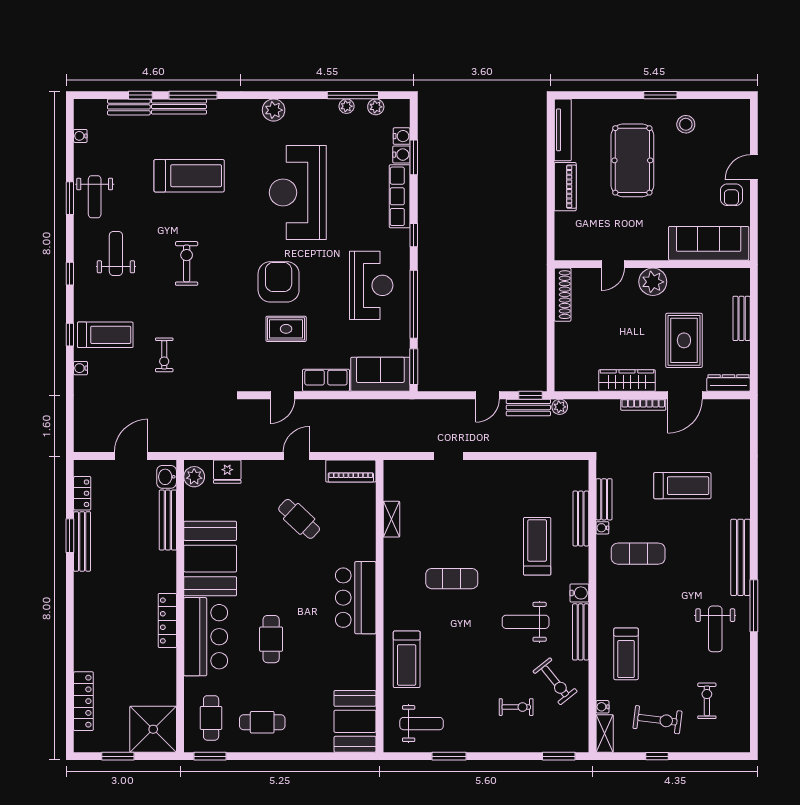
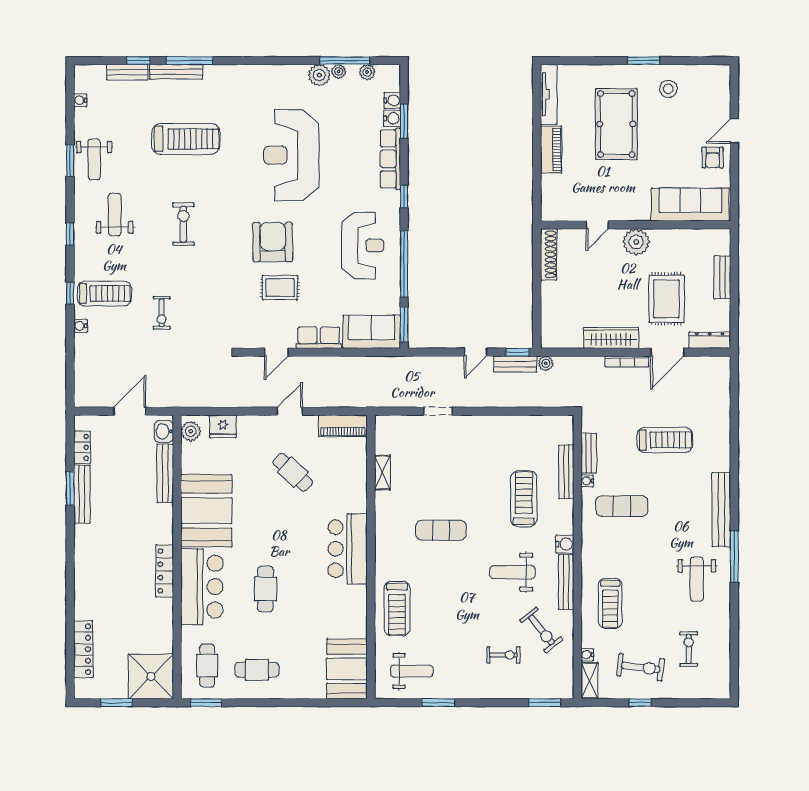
plant: (274, 110) -> (319, 75), moved

